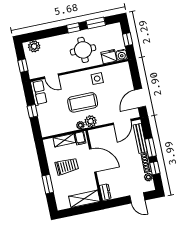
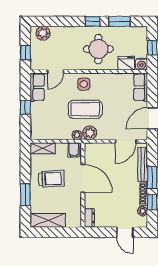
row of seats: (125, 74) -> (141, 87), added
door: (51, 76) -> (56, 72), hinge flipped
side table: (97, 79) -> (84, 84), moved
shelving: (64, 140) -> (43, 148), moved
shelving: (84, 199) -> (48, 220), moved

